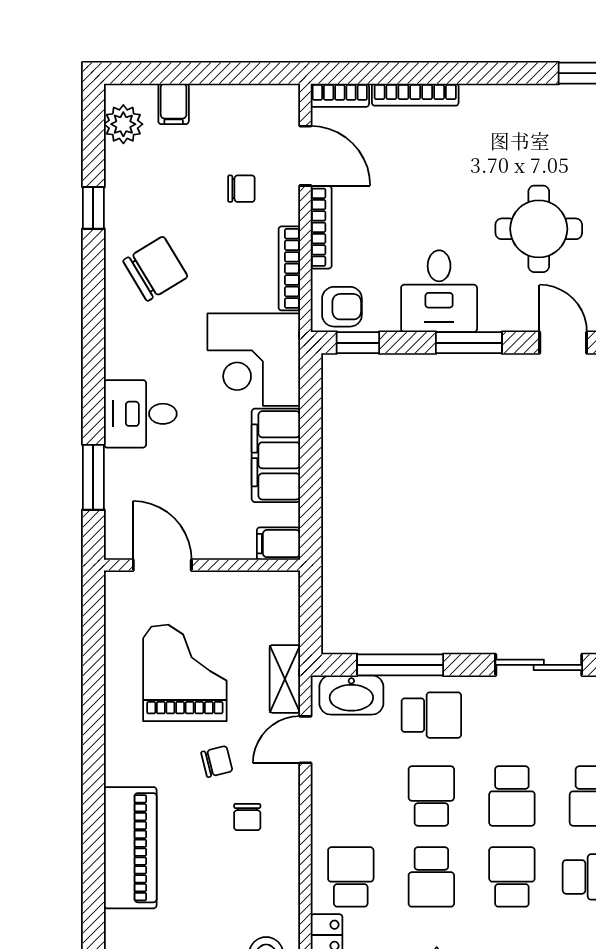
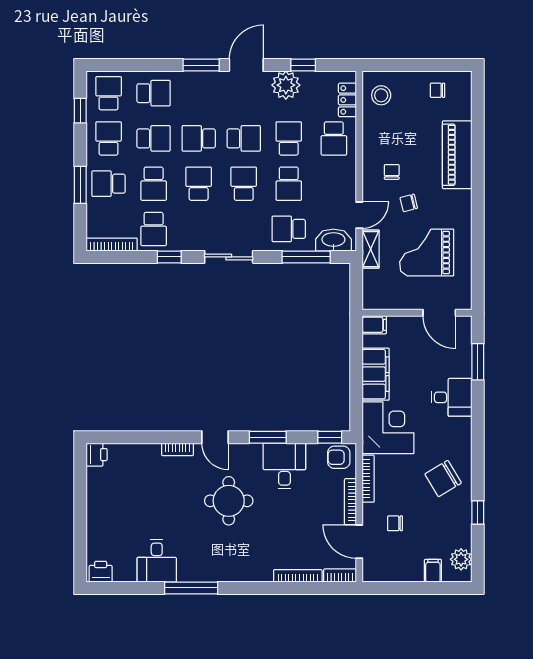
grand piano: (185, 673) -> (427, 252), turned 90
school desk: (512, 877) -> (244, 138), turned -90

